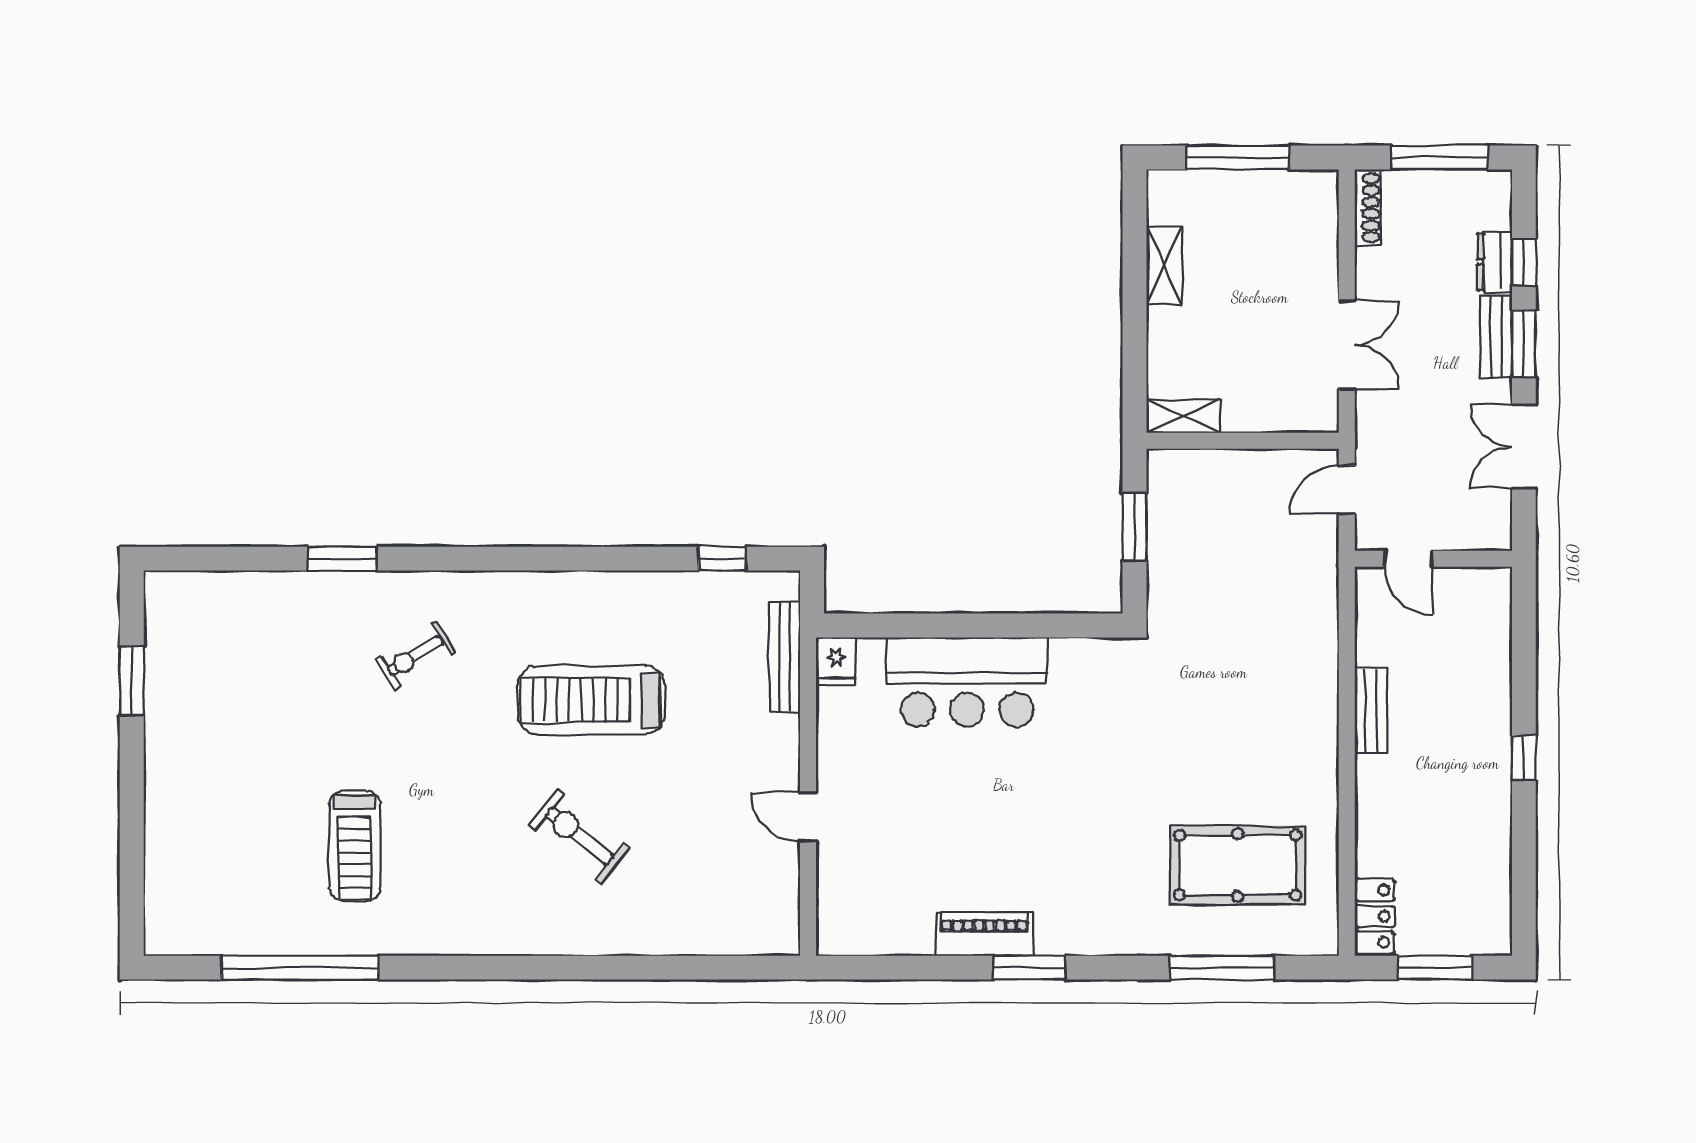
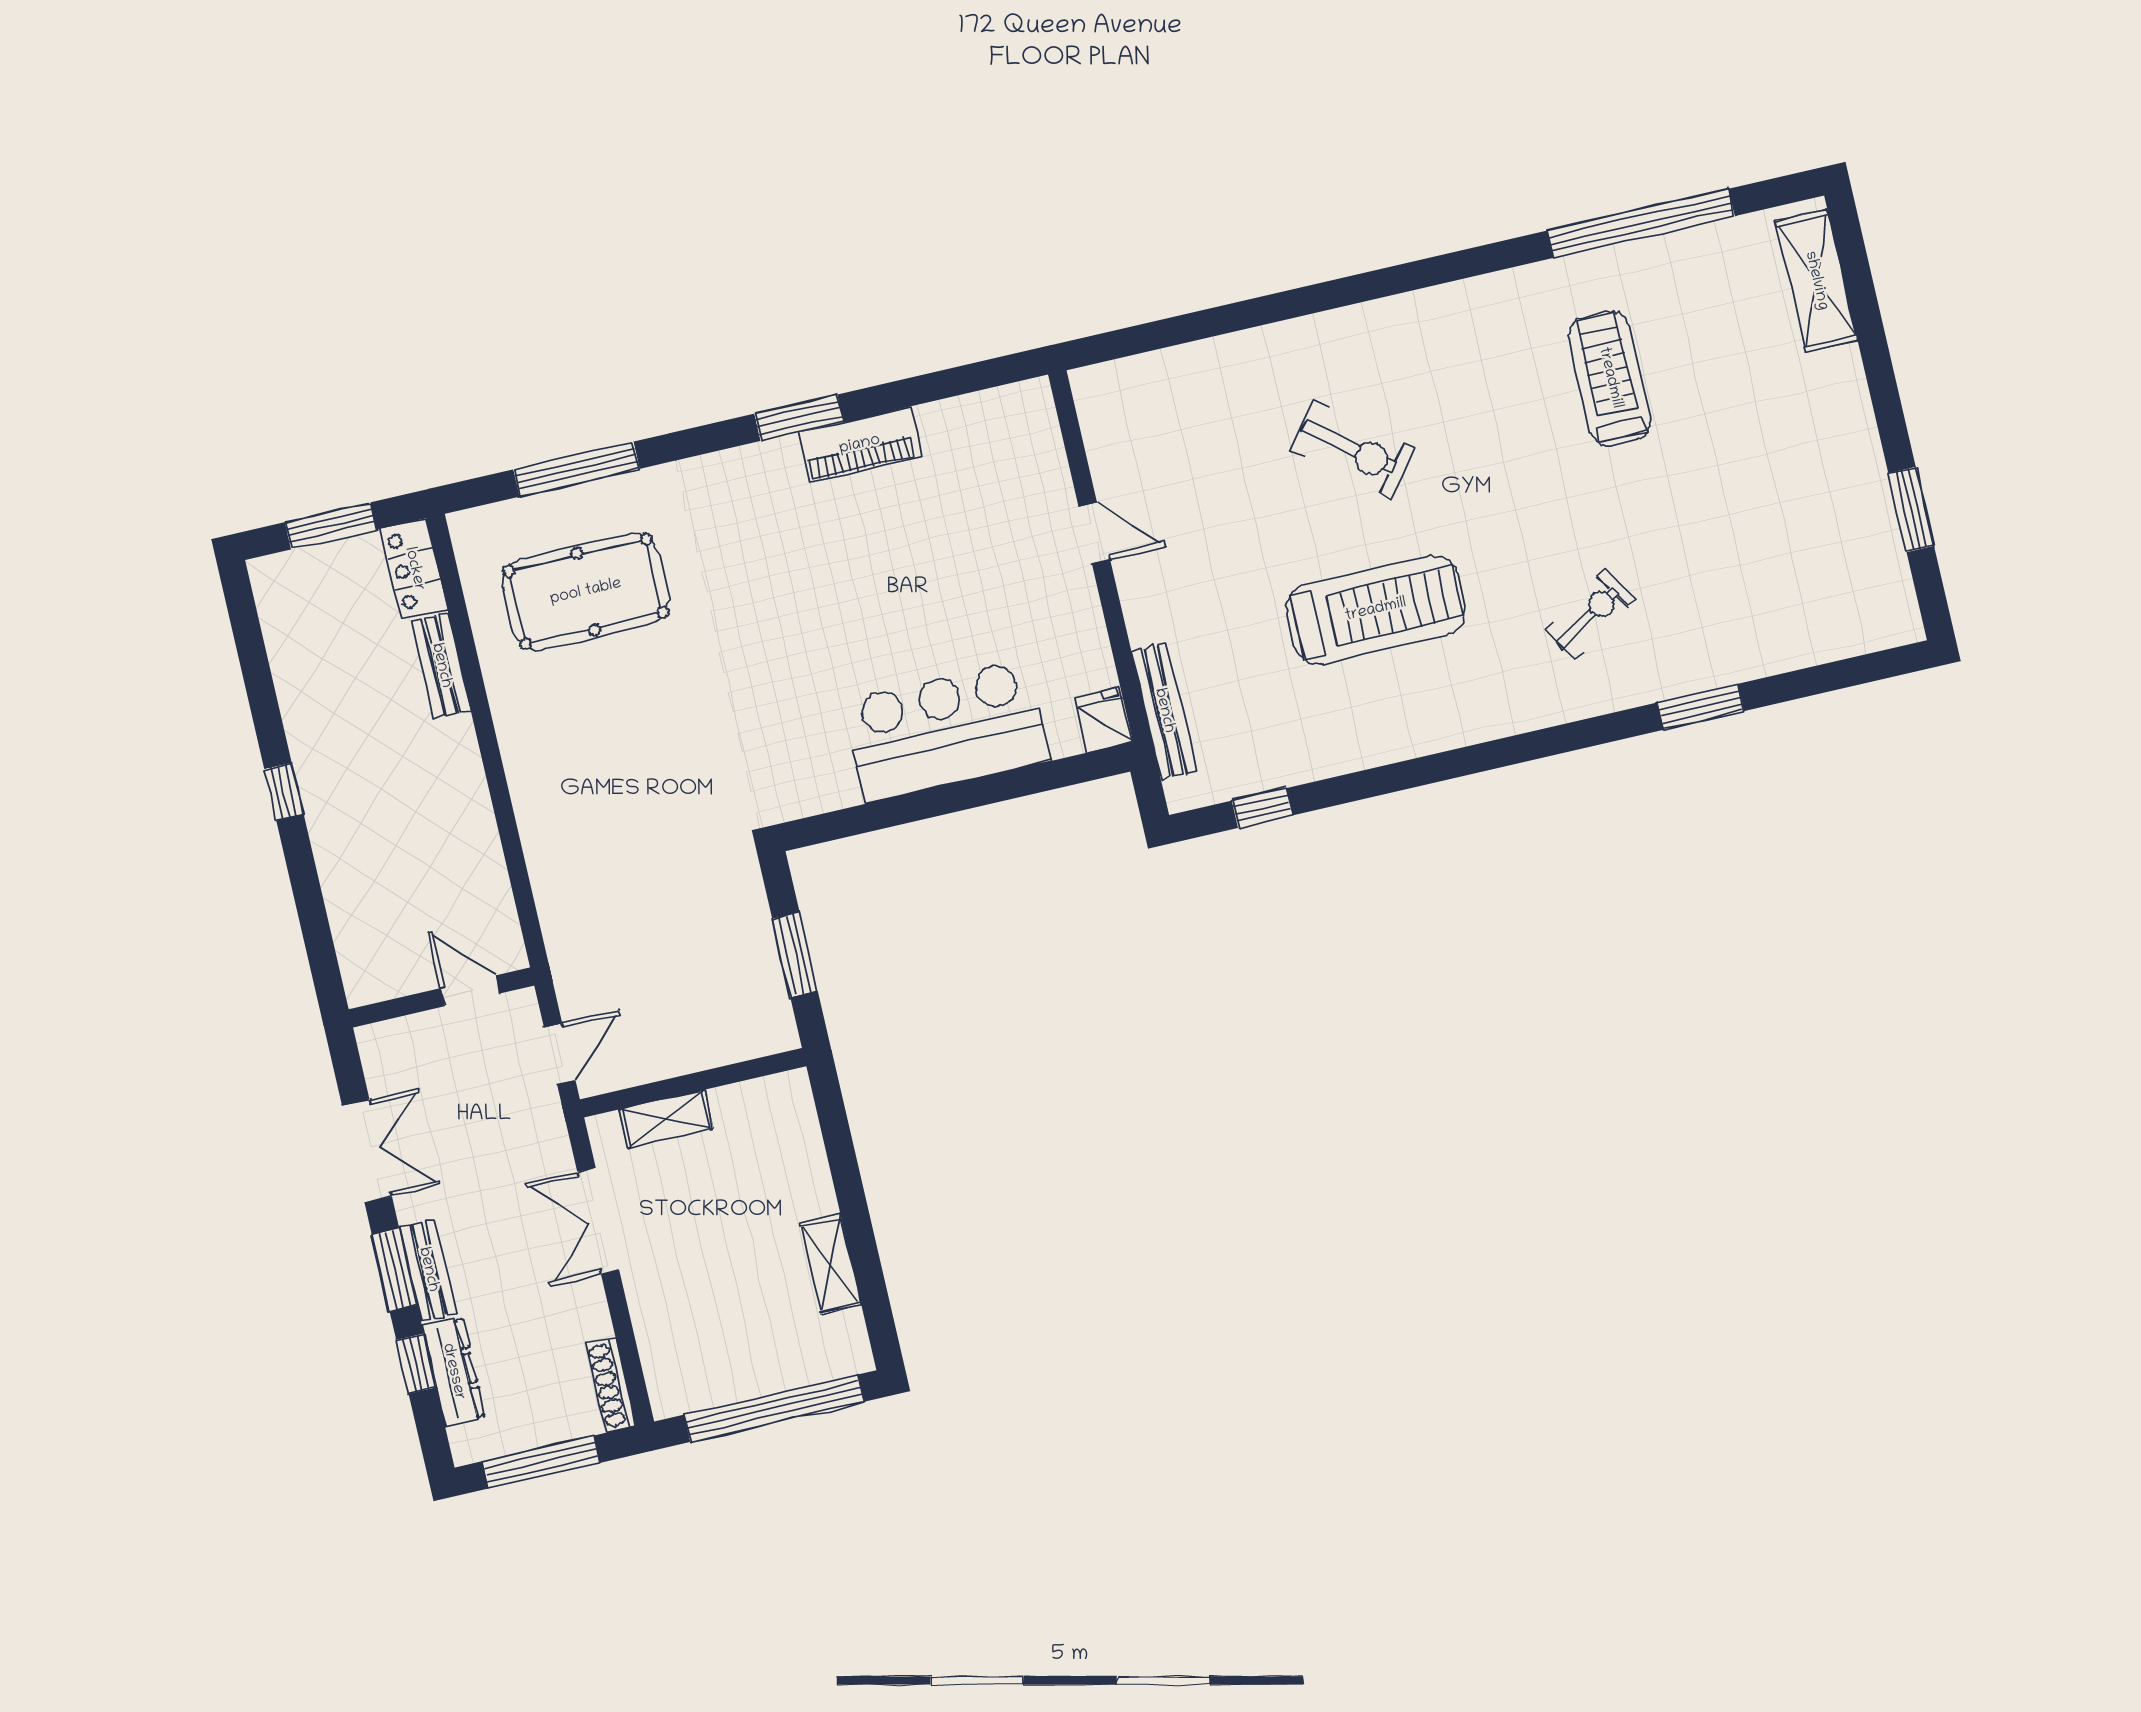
window: (1238, 158) -> (774, 1408), width x1.46
dresser: (1495, 262) -> (453, 1372), width x1.44
shelving: (1183, 416) -> (666, 1119), moved
bench: (1371, 711) -> (441, 666), moved
shelving: (166, 887) -> (1816, 281), added

